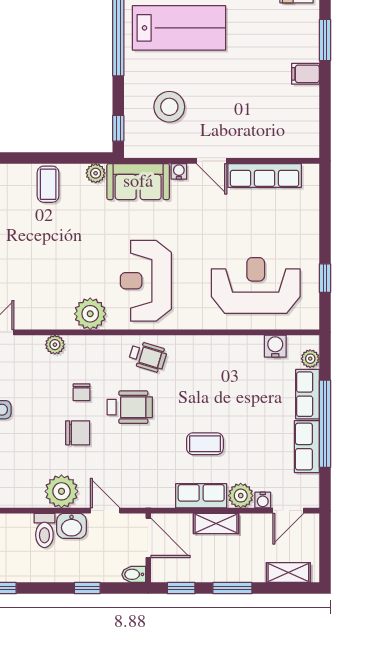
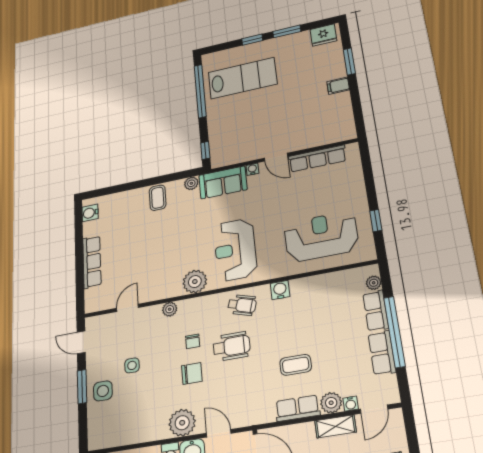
stool: (169, 107) -> (241, 129), removed
water cooler: (275, 346) -> (280, 290), moved
shelving: (216, 524) -> (335, 426), moved

